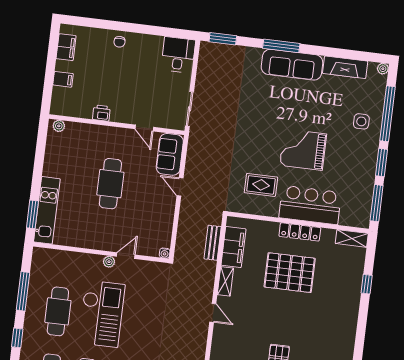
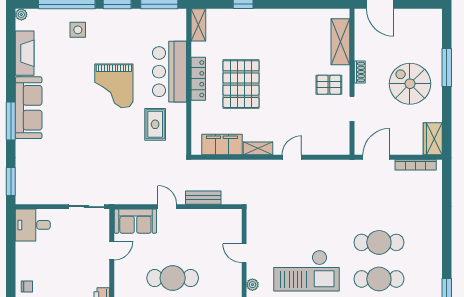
door: (180, 187) -> (167, 207), swing flipped
bench: (213, 243) -> (203, 198), moved
water cooler: (165, 253) -> (237, 214), removed
plant: (109, 262) -> (252, 285), moved
checkout: (102, 314) -> (306, 271), turned 180

